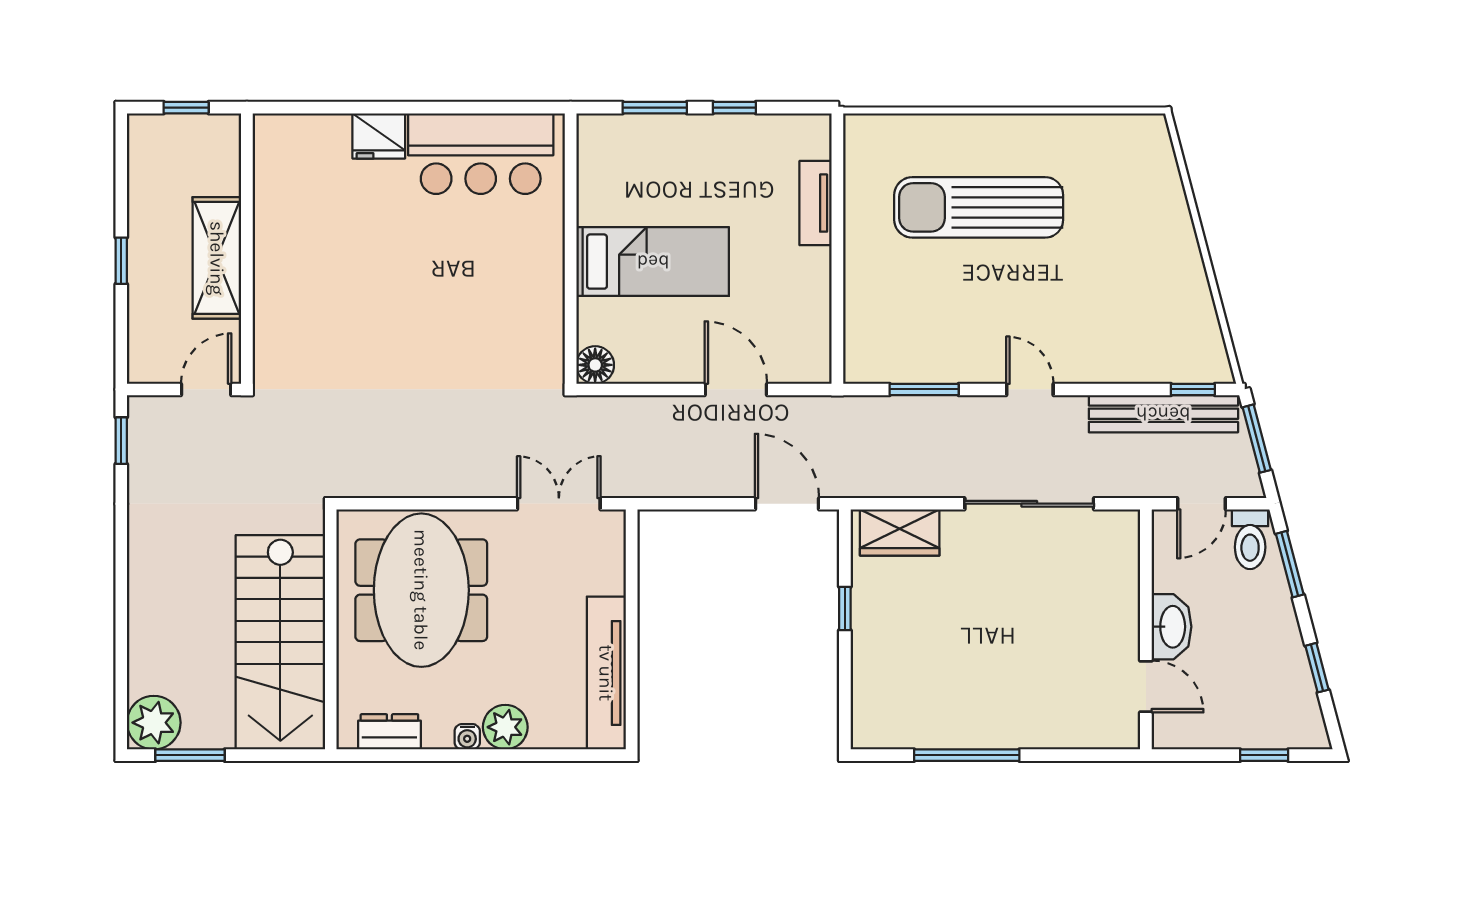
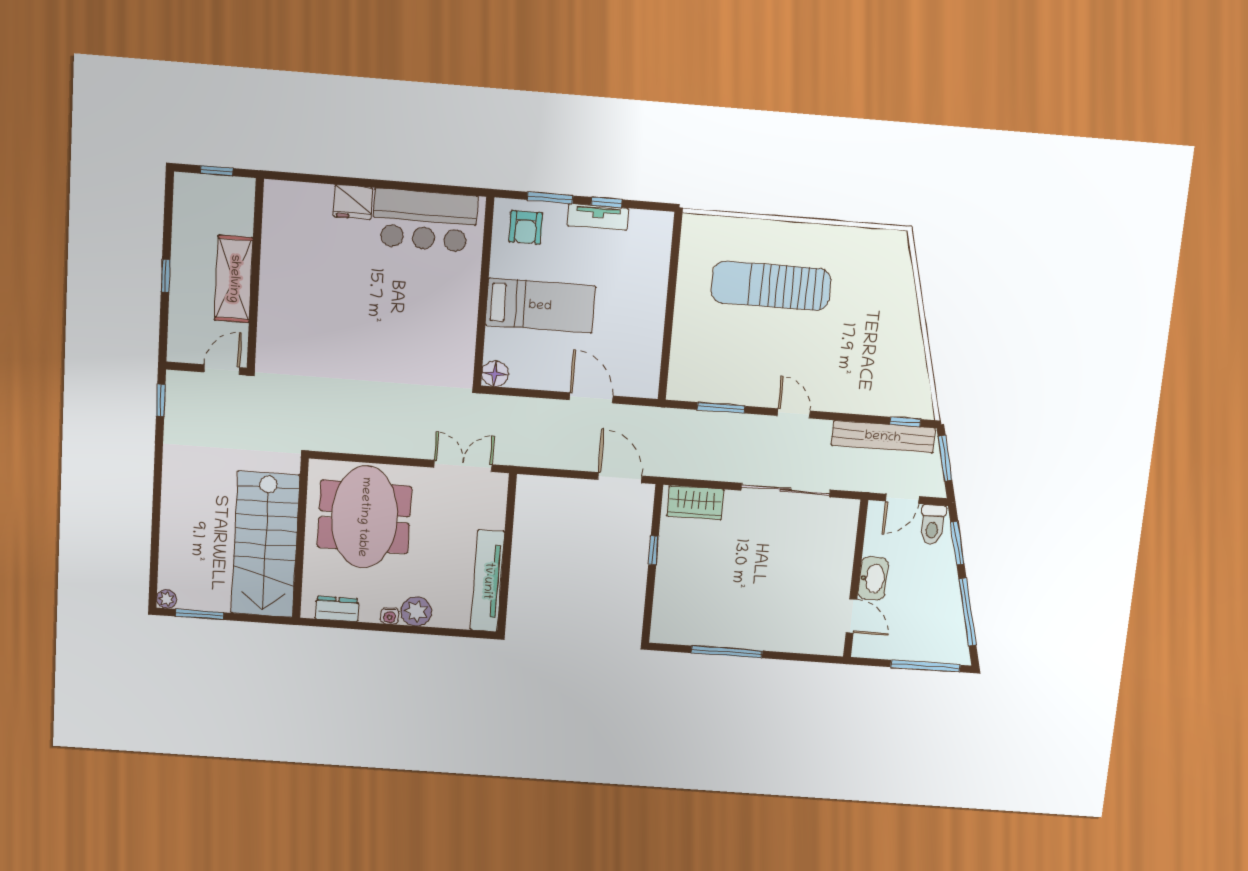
armchair: (624, 152) -> (526, 227), added
tv unit: (816, 203) -> (598, 217), moved, turned -90
window: (1317, 668) -> (967, 612), width x2.17
plant: (154, 723) -> (167, 599), width x0.53, depth x0.53
window: (1264, 755) -> (925, 666), width x2.17

